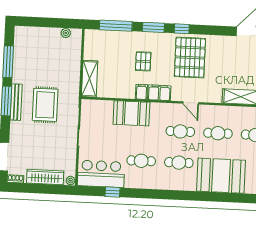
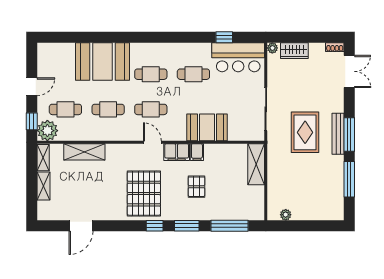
door: (191, 103) -> (152, 142), moved
wardrobe: (45, 177) -> (294, 51), width x0.67

